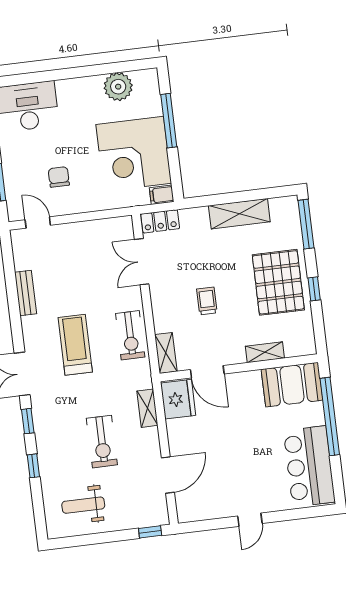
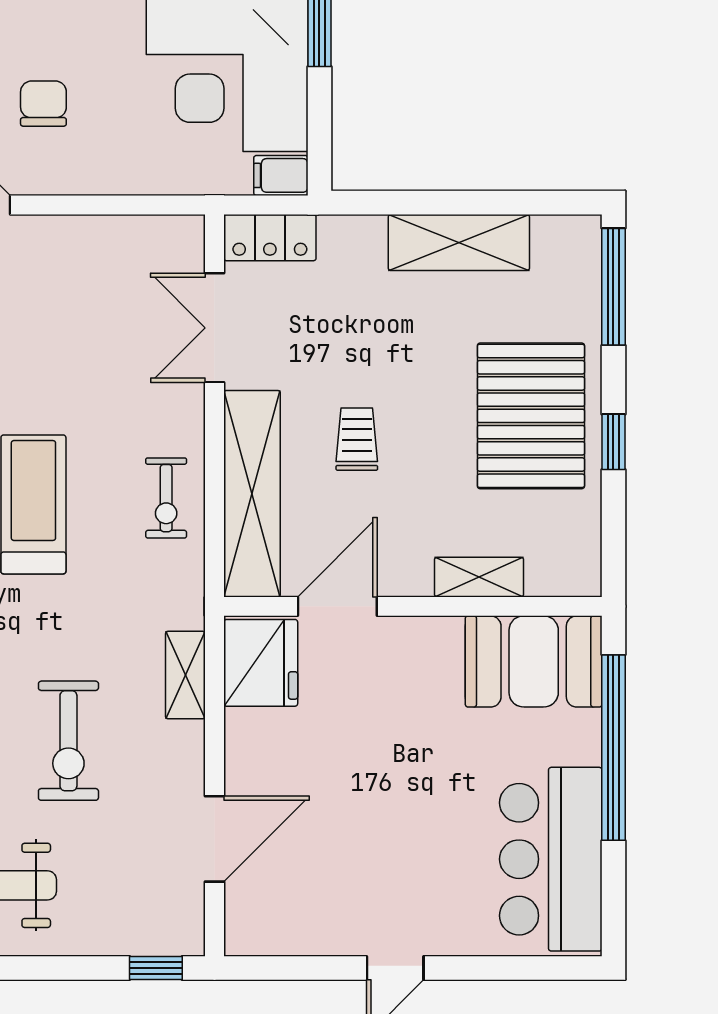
exercise bike: (130, 335) -> (166, 498), width x0.73, depth x0.72
shelving: (166, 353) -> (252, 494), width x2.20, depth x1.33
door: (207, 372) -> (337, 606), swing flipped

